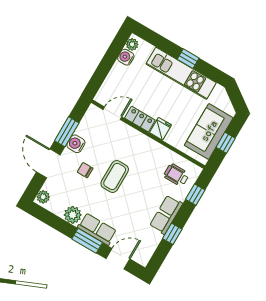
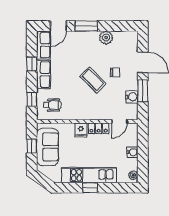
water cooler: (126, 57) -> (132, 152), moved
water cooler: (76, 144) -> (132, 97), moved
coffee table: (115, 176) -> (93, 80), turned -45
plant: (43, 197) -> (133, 38), removed
row of seats: (97, 229) -> (43, 45), moved, turned -90

